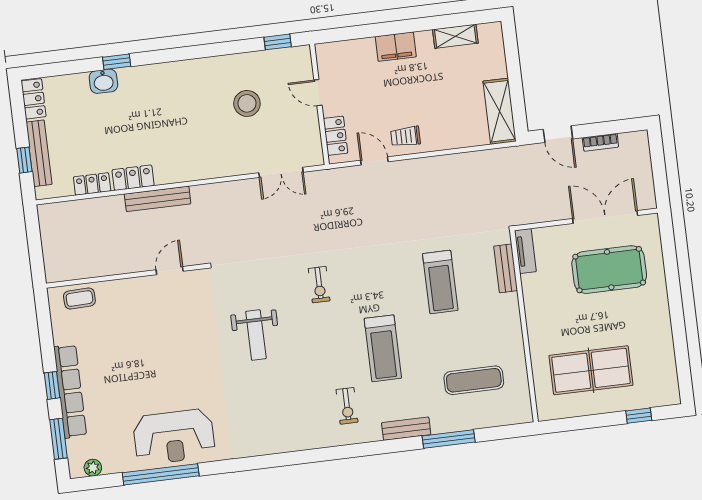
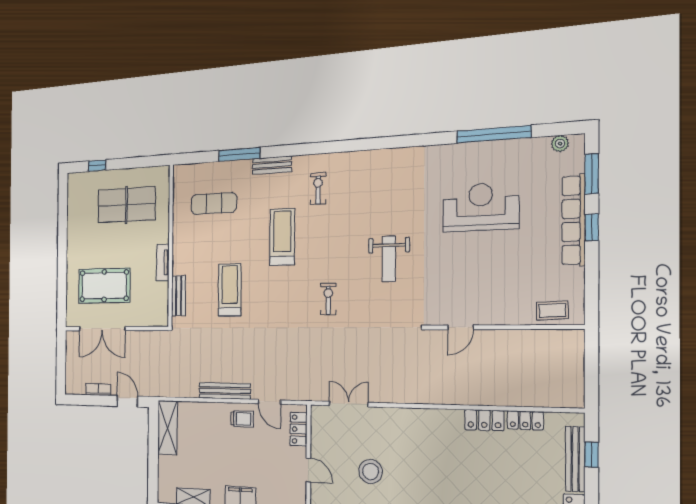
bench: (158, 199) -> (225, 391), moved
tv unit: (525, 251) -> (163, 262), moved
weight bench: (256, 335) -> (389, 259), turned 180
reception desk: (174, 437) -> (481, 207), moved

